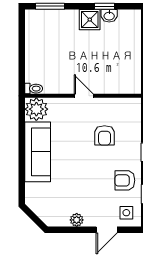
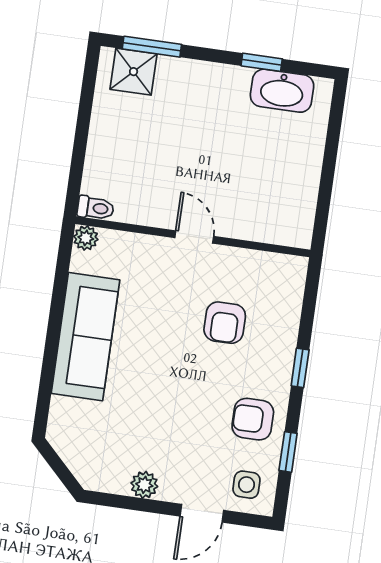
washbasin: (109, 16) -> (282, 91), width x1.91, depth x1.45
shower: (90, 20) -> (134, 72), moved
plant: (36, 109) -> (86, 238), width x0.53, depth x0.53

